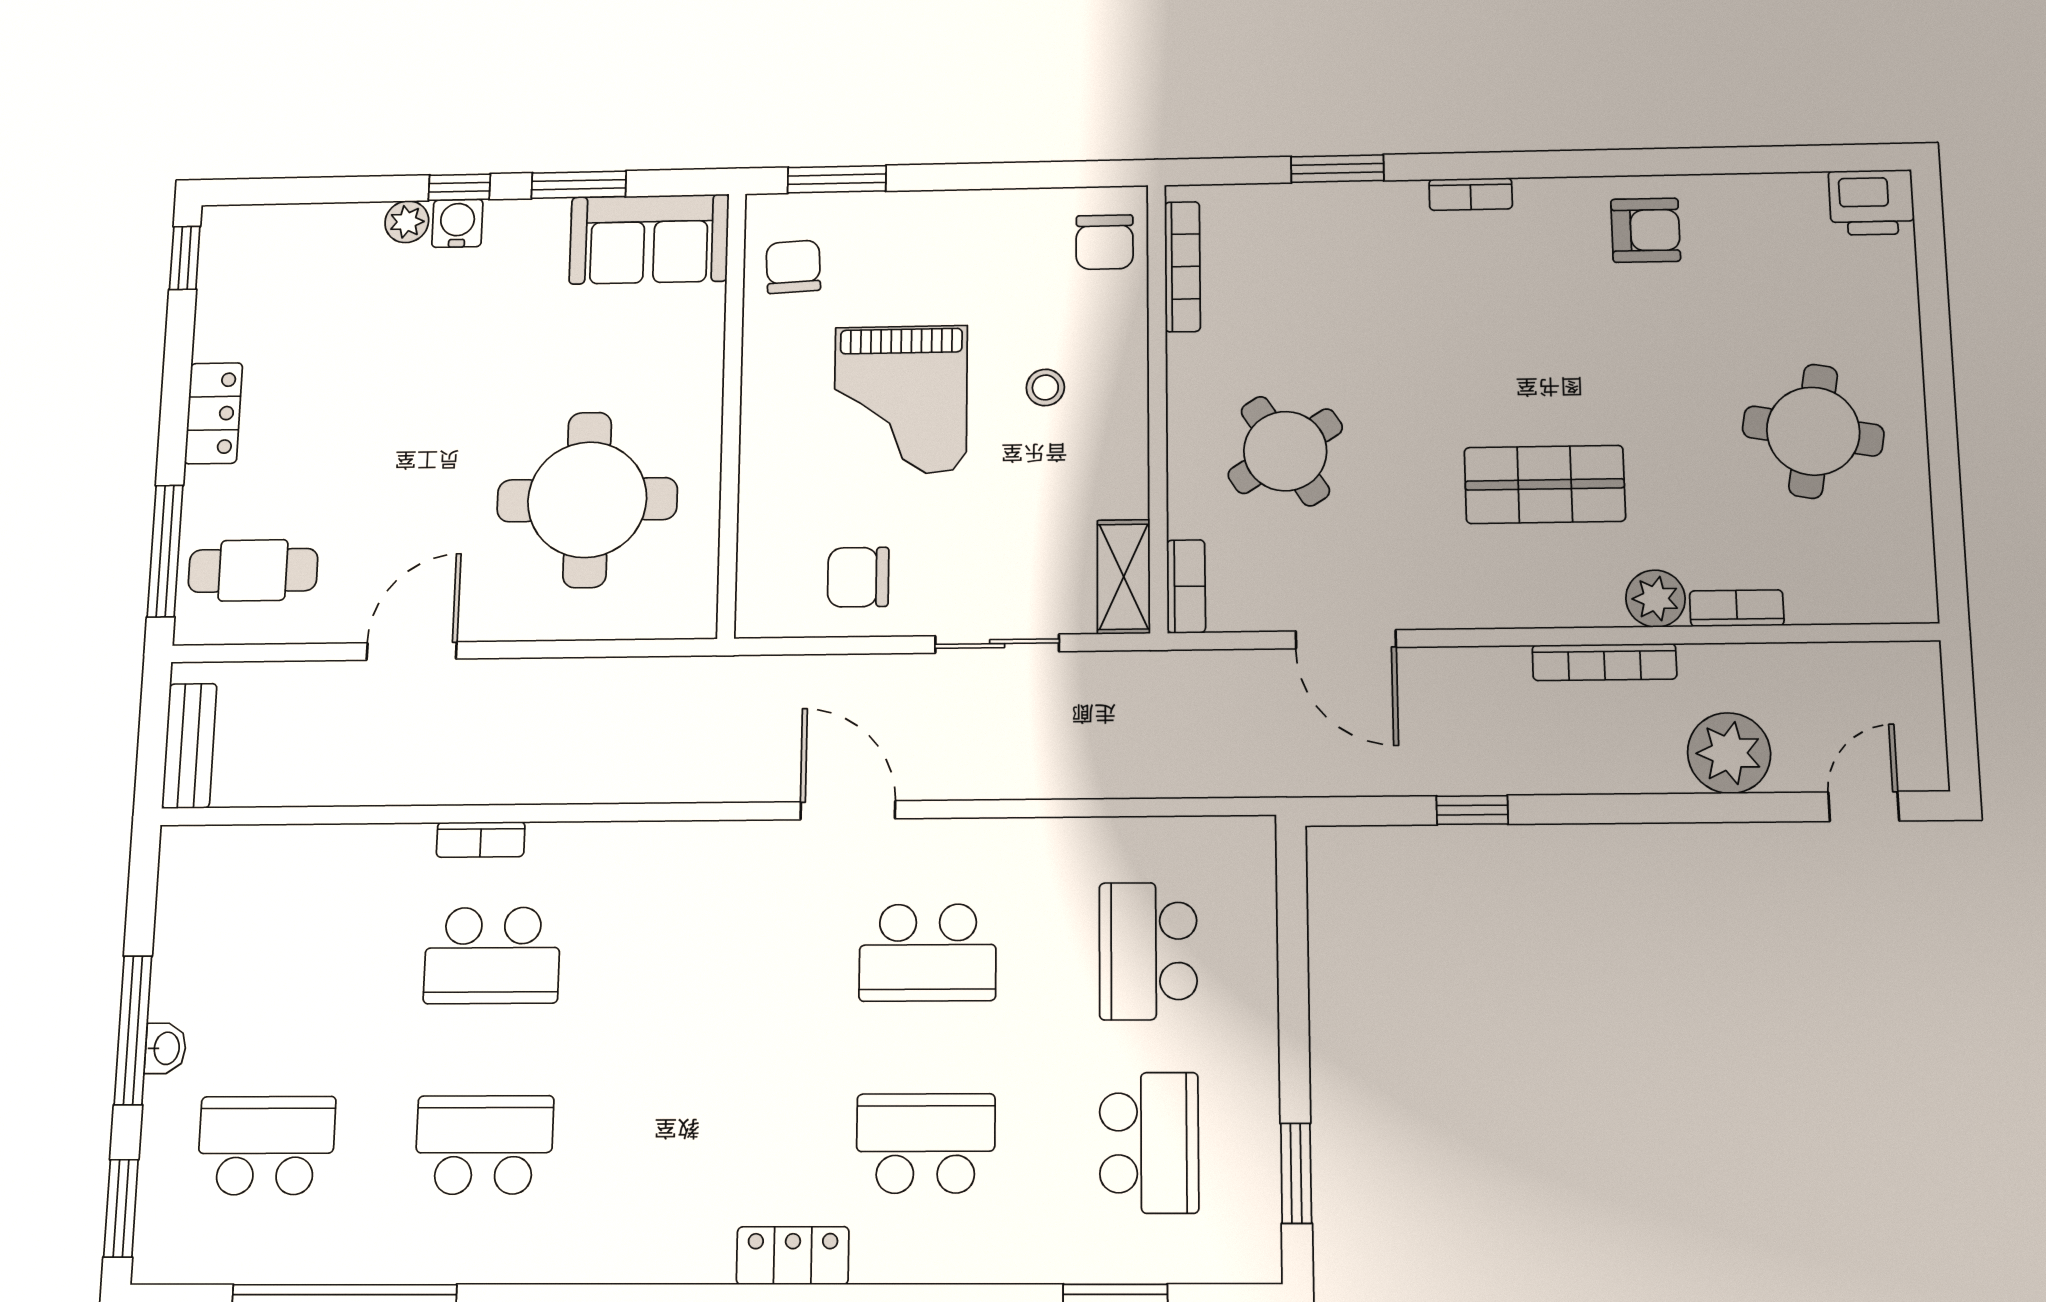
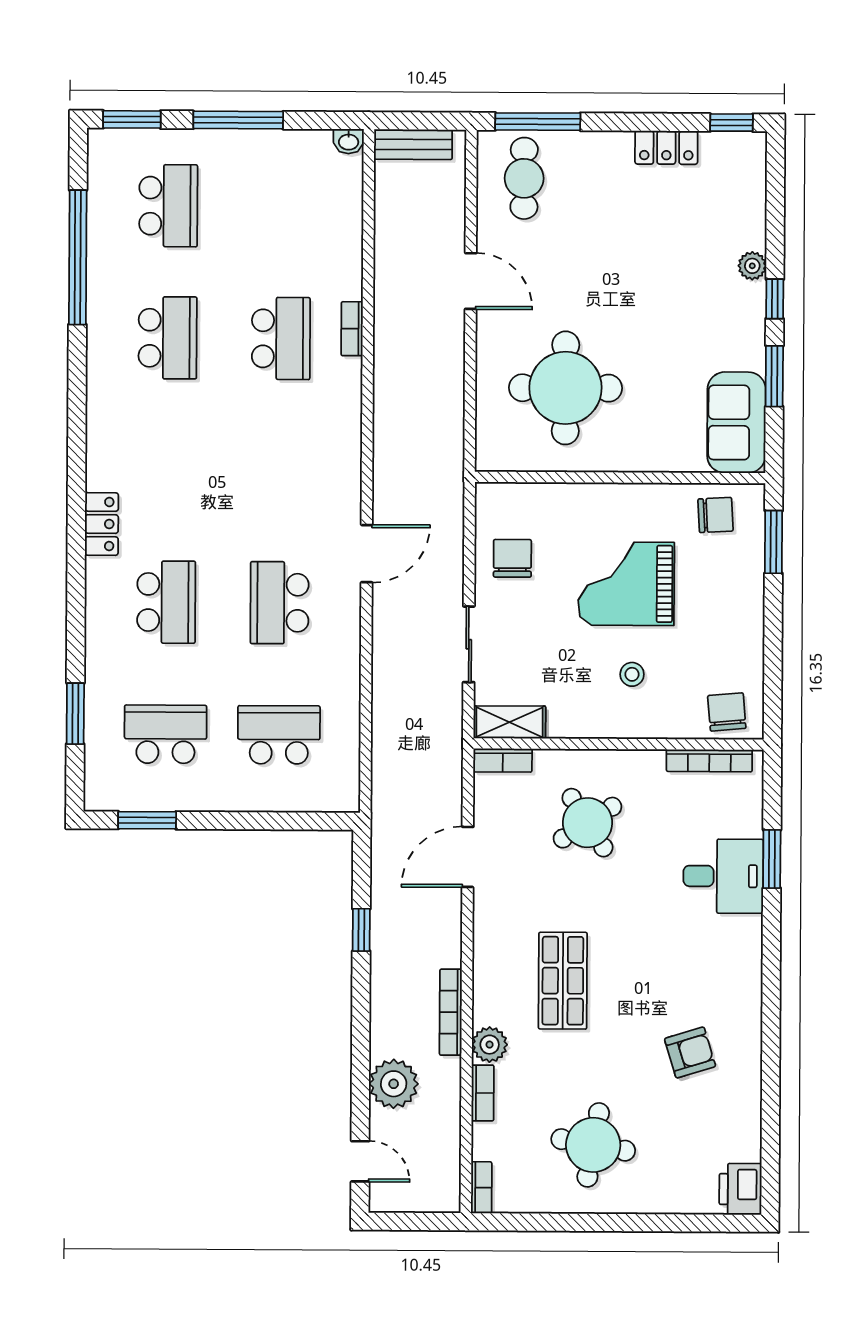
bookcase: (1471, 194) -> (481, 1188), moved, turned 180
water cooler: (457, 223) -> (750, 299), removed
armchair: (1646, 230) -> (690, 1052), moved, turned -107
desk: (1367, 241) -> (723, 876), added
chair: (1105, 242) -> (727, 712), turned 85
locker: (213, 413) -> (666, 147), moved
school desk: (492, 955) -> (281, 338), turned 180
washbasin: (166, 1048) -> (349, 141), moved
school desk: (1149, 1143) -> (166, 734), turned 180

